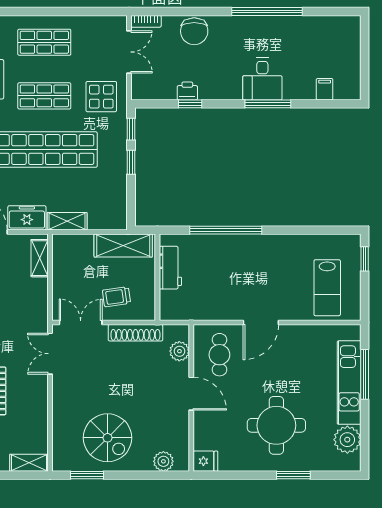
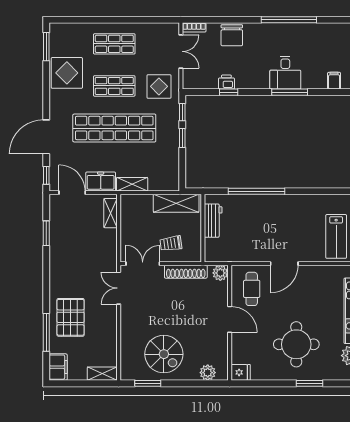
plant: (179, 351) -> (220, 273), moved

